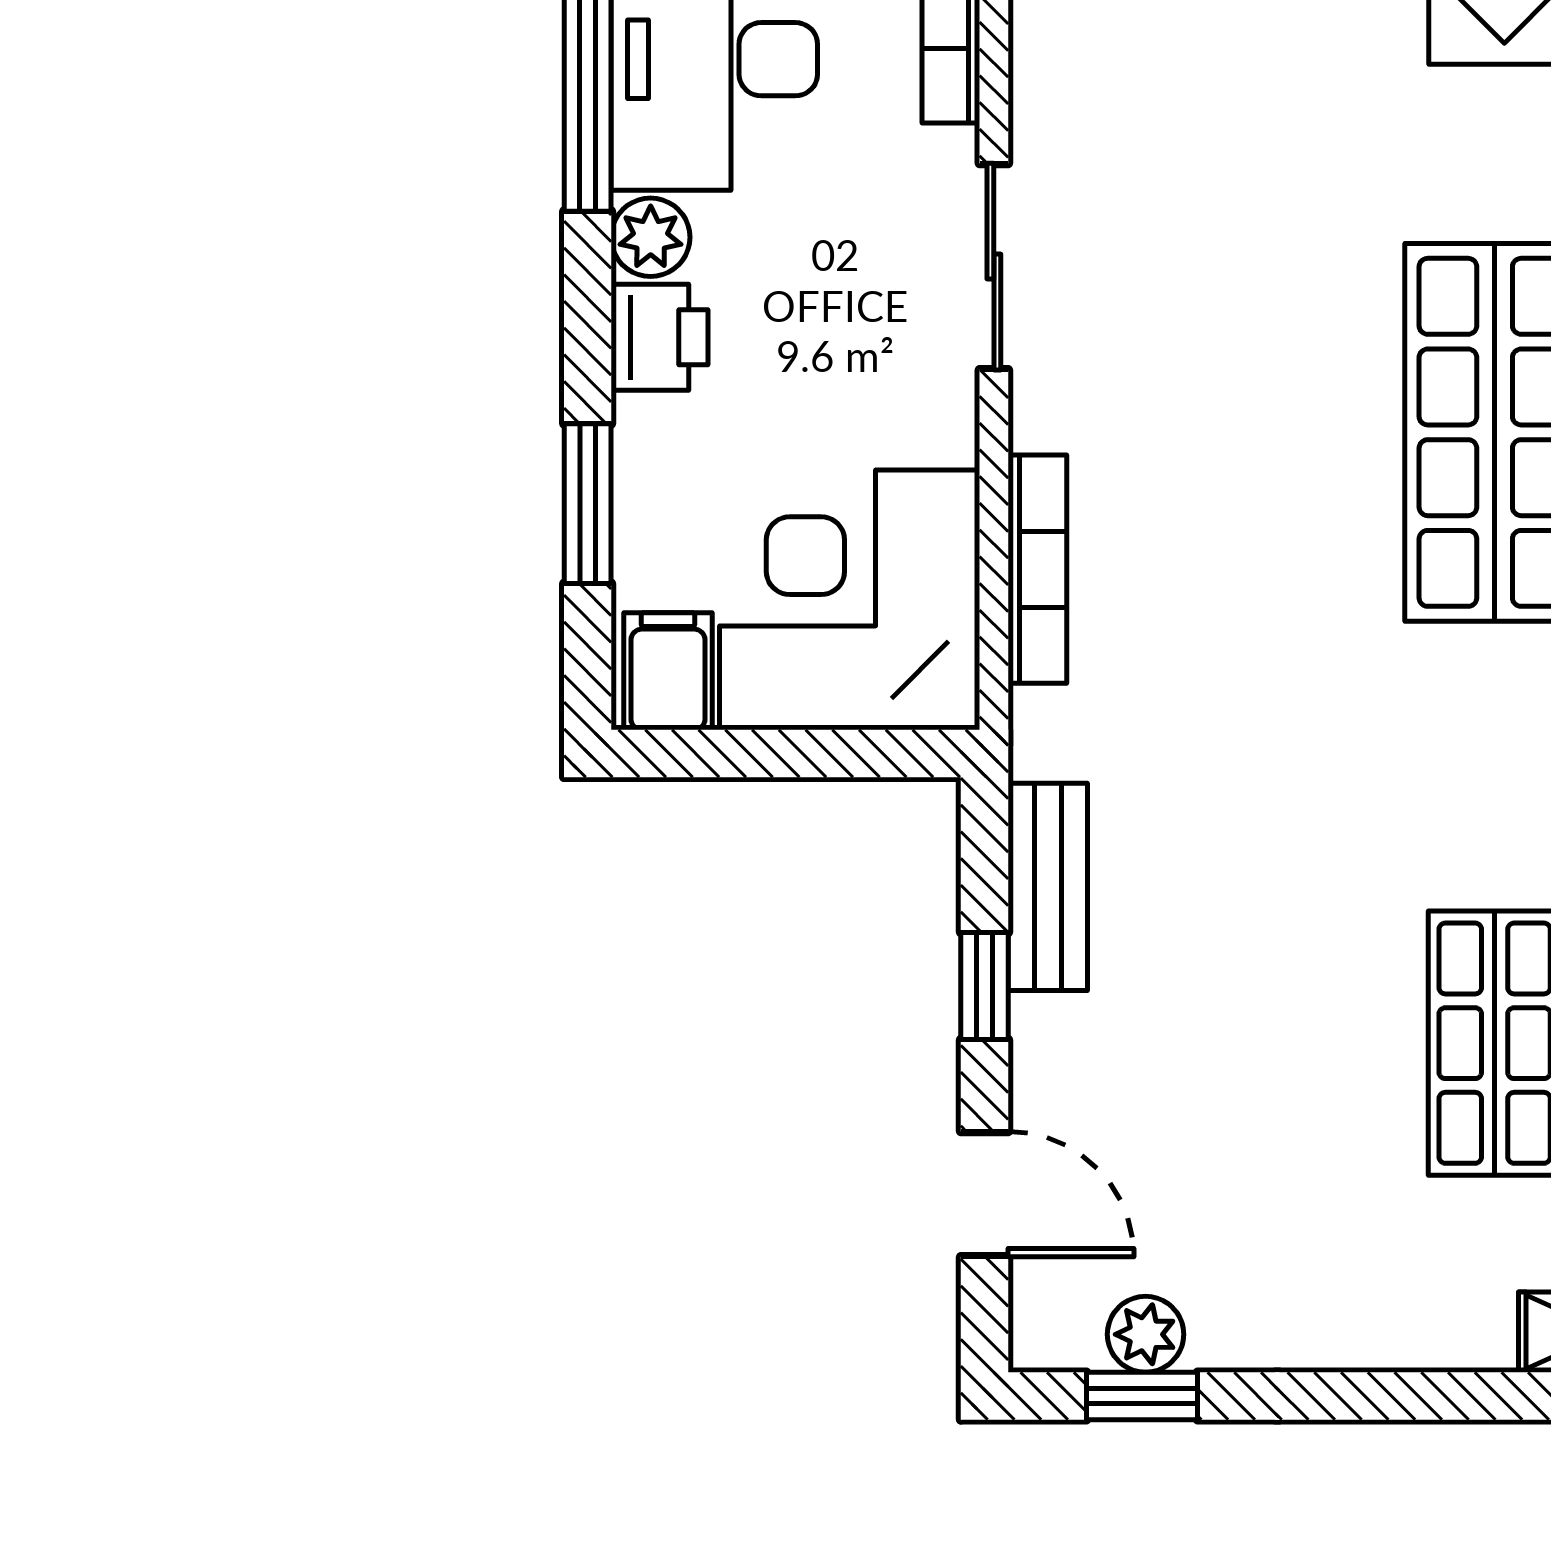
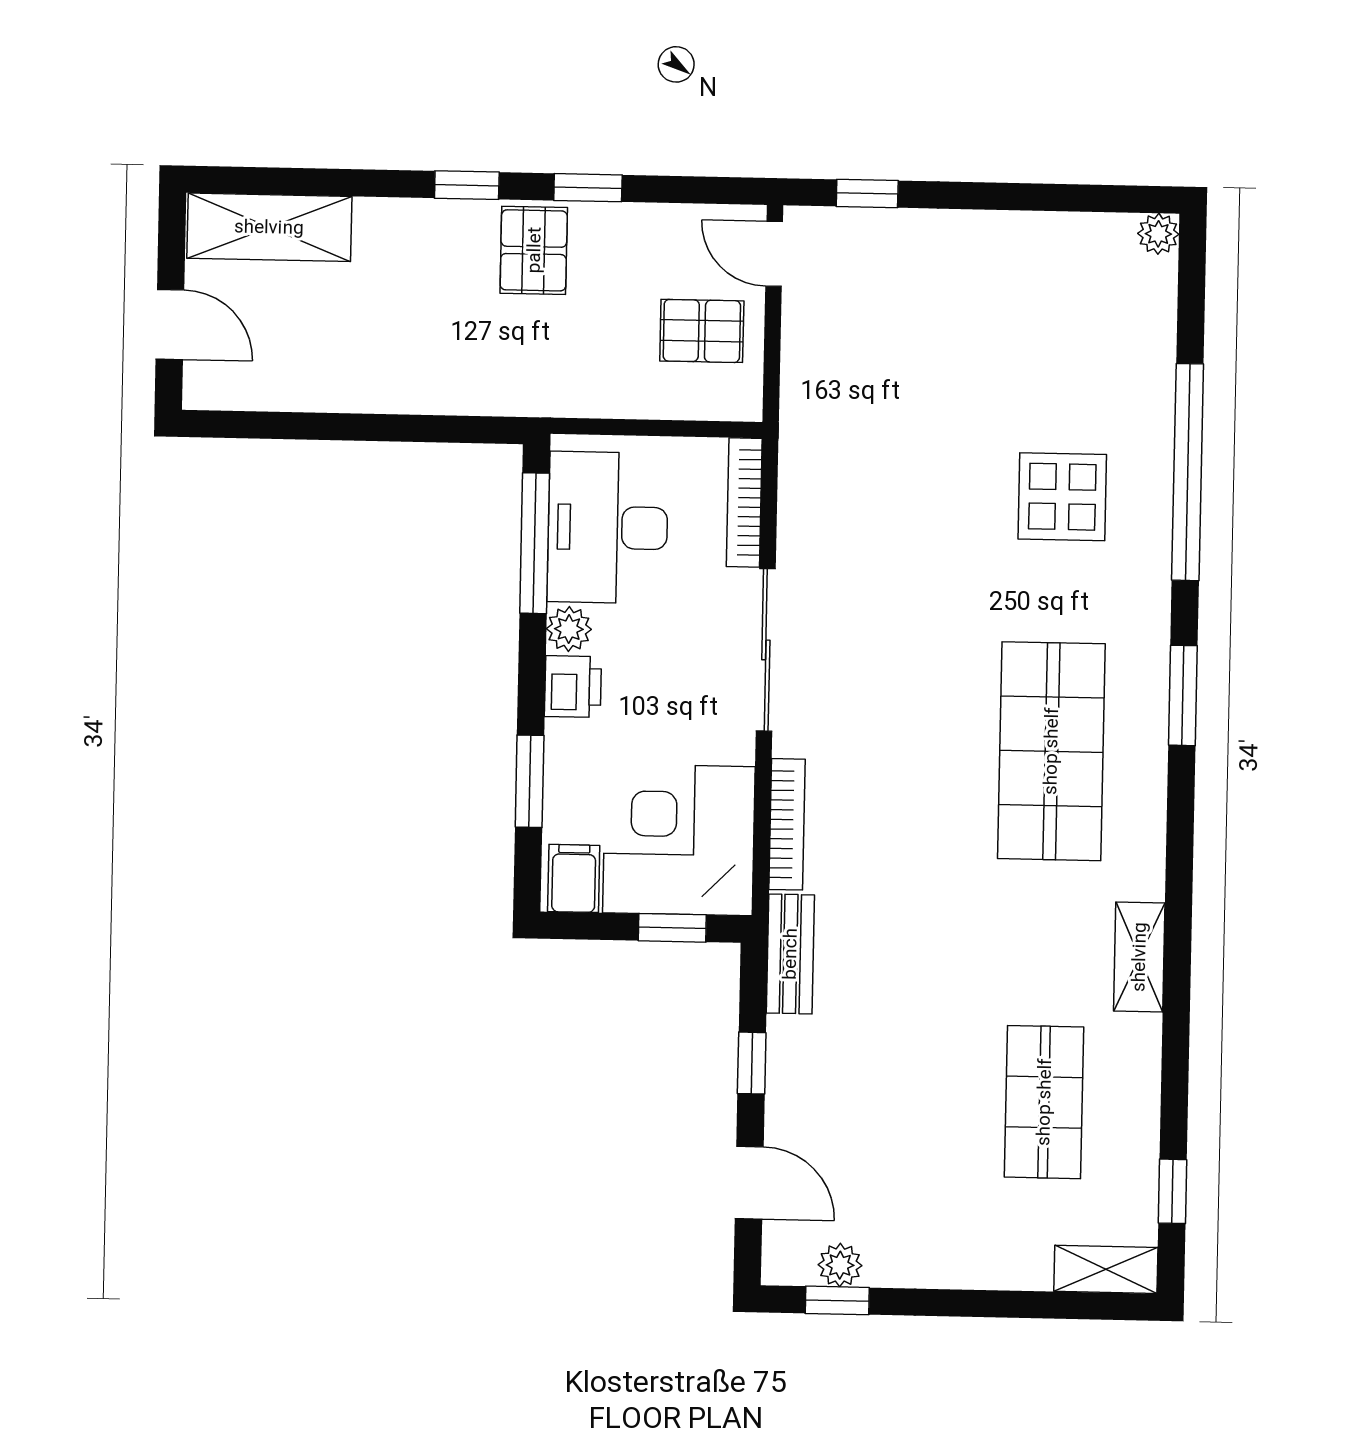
sliding door: (994, 267) -> (766, 650), width x1.37
window: (841, 754) -> (672, 928), added
bench: (1048, 887) -> (790, 954), moved

